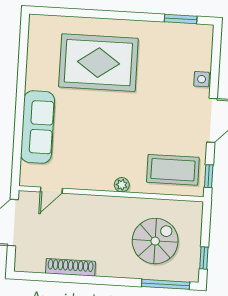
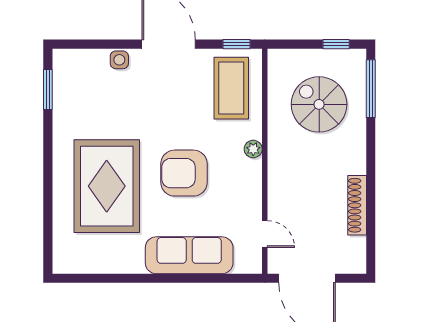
armchair: (105, 127) -> (184, 173), added

